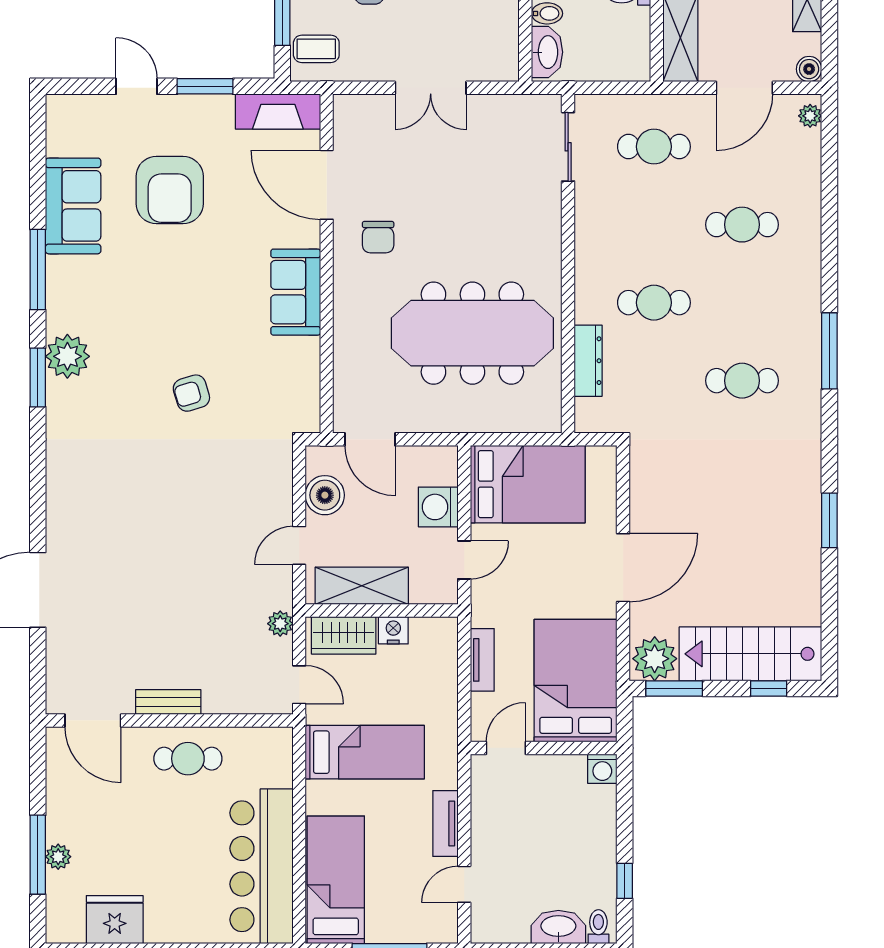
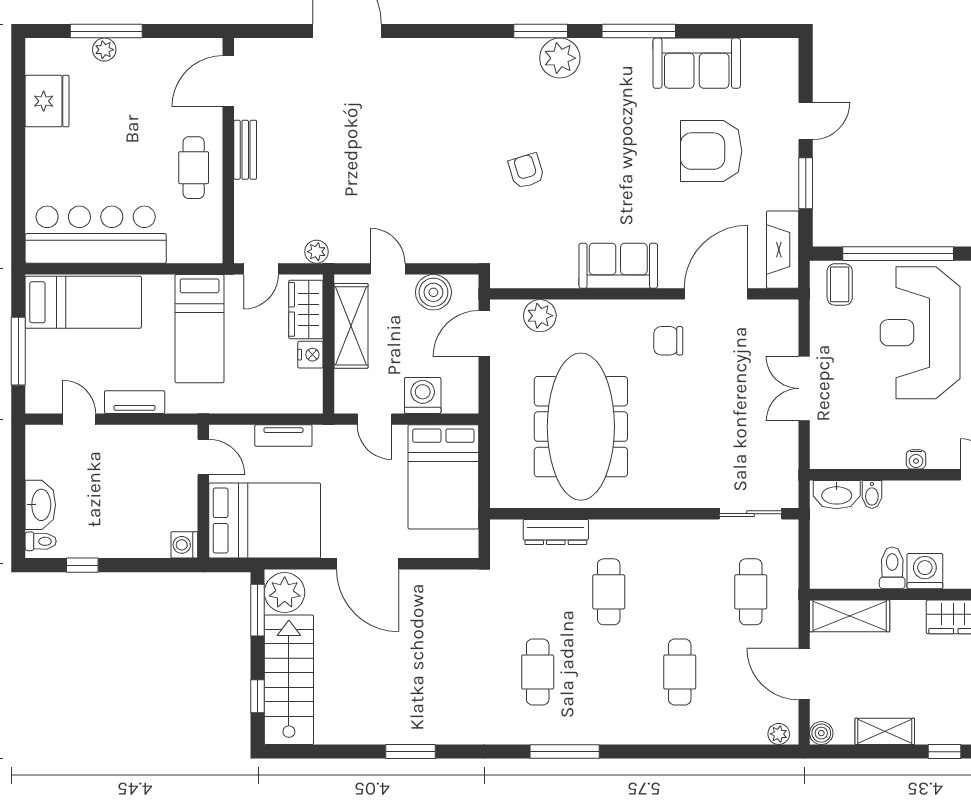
plant: (351, 378) -> (540, 316), added

